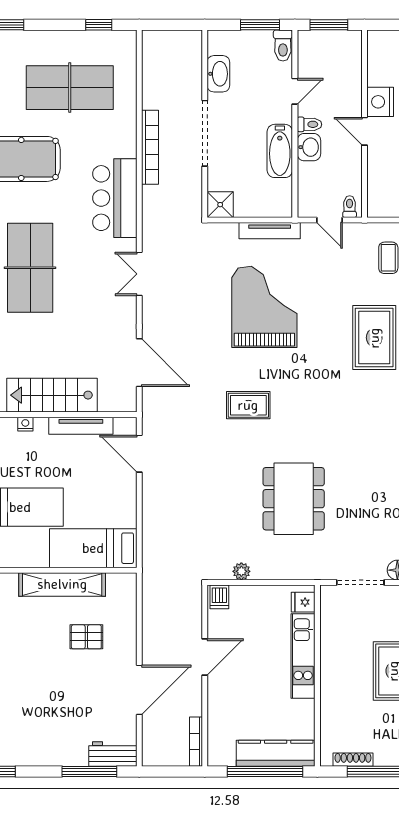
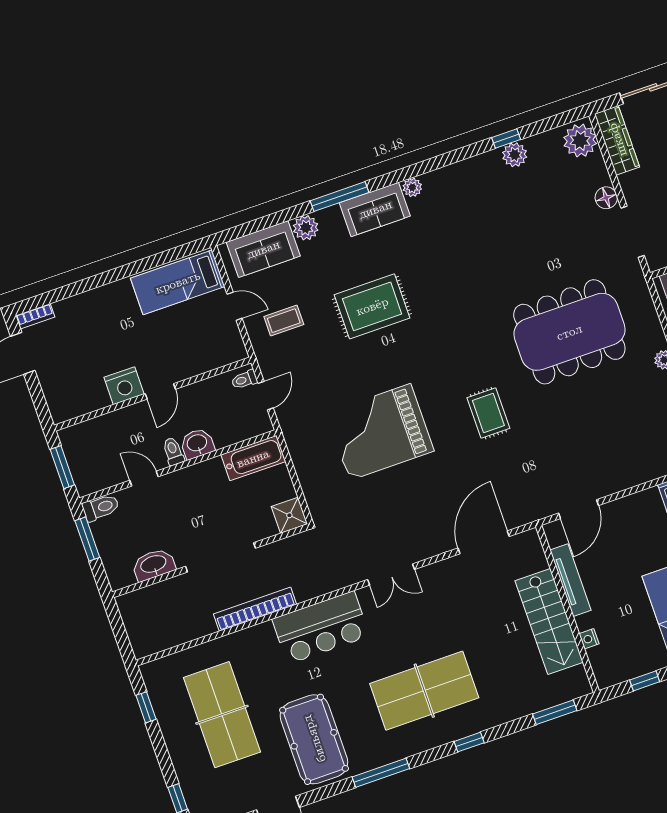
bathtub: (280, 151) -> (253, 458), moved
tv unit: (270, 231) -> (299, 454), removed
dining table: (294, 499) -> (569, 332), width x1.36, depth x1.24

